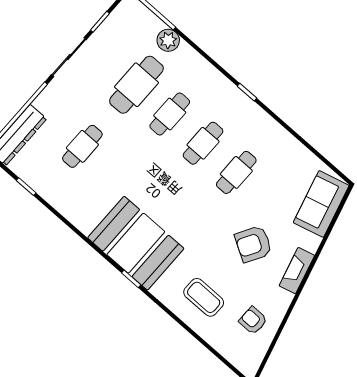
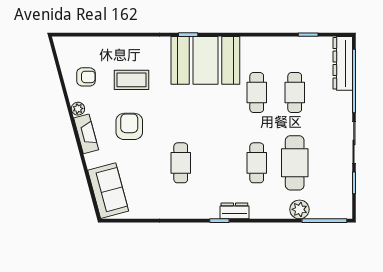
dresser: (226, 89) -> (234, 211), added
cafe table: (203, 143) -> (257, 93), moved
armchair: (253, 244) -> (129, 126), turned -30
coffee table: (204, 297) -> (131, 80), moved
plant: (285, 299) -> (78, 109), added

